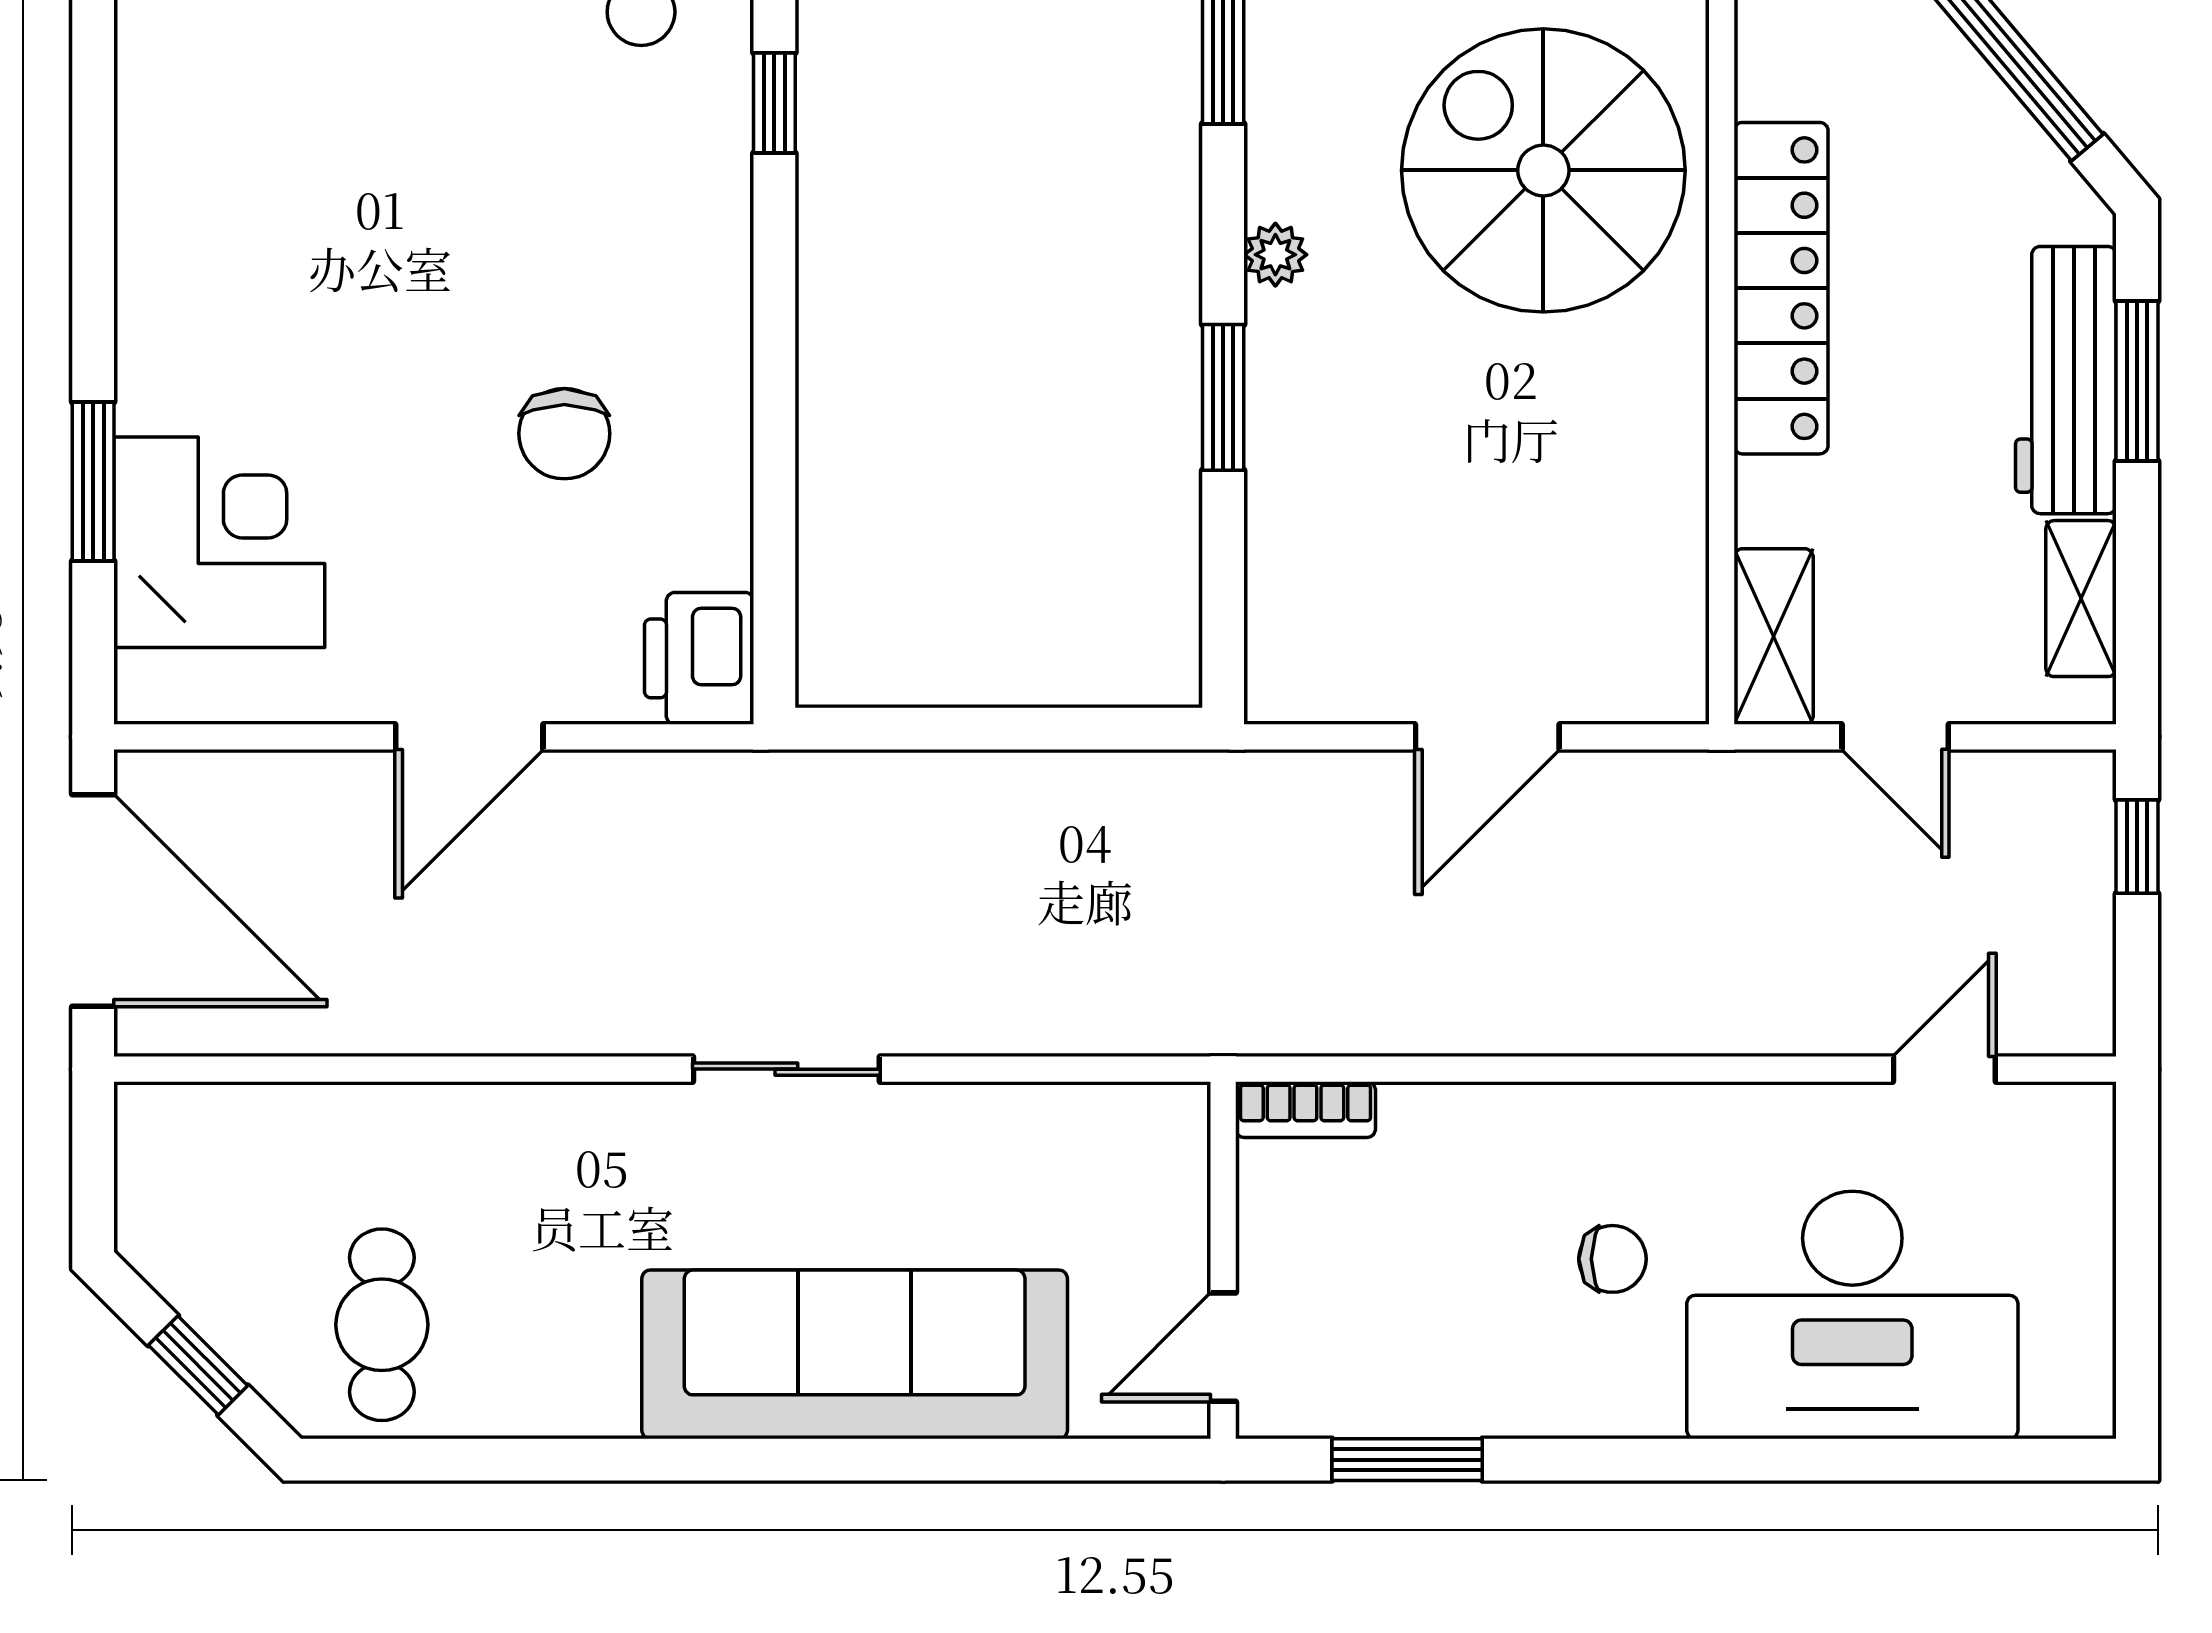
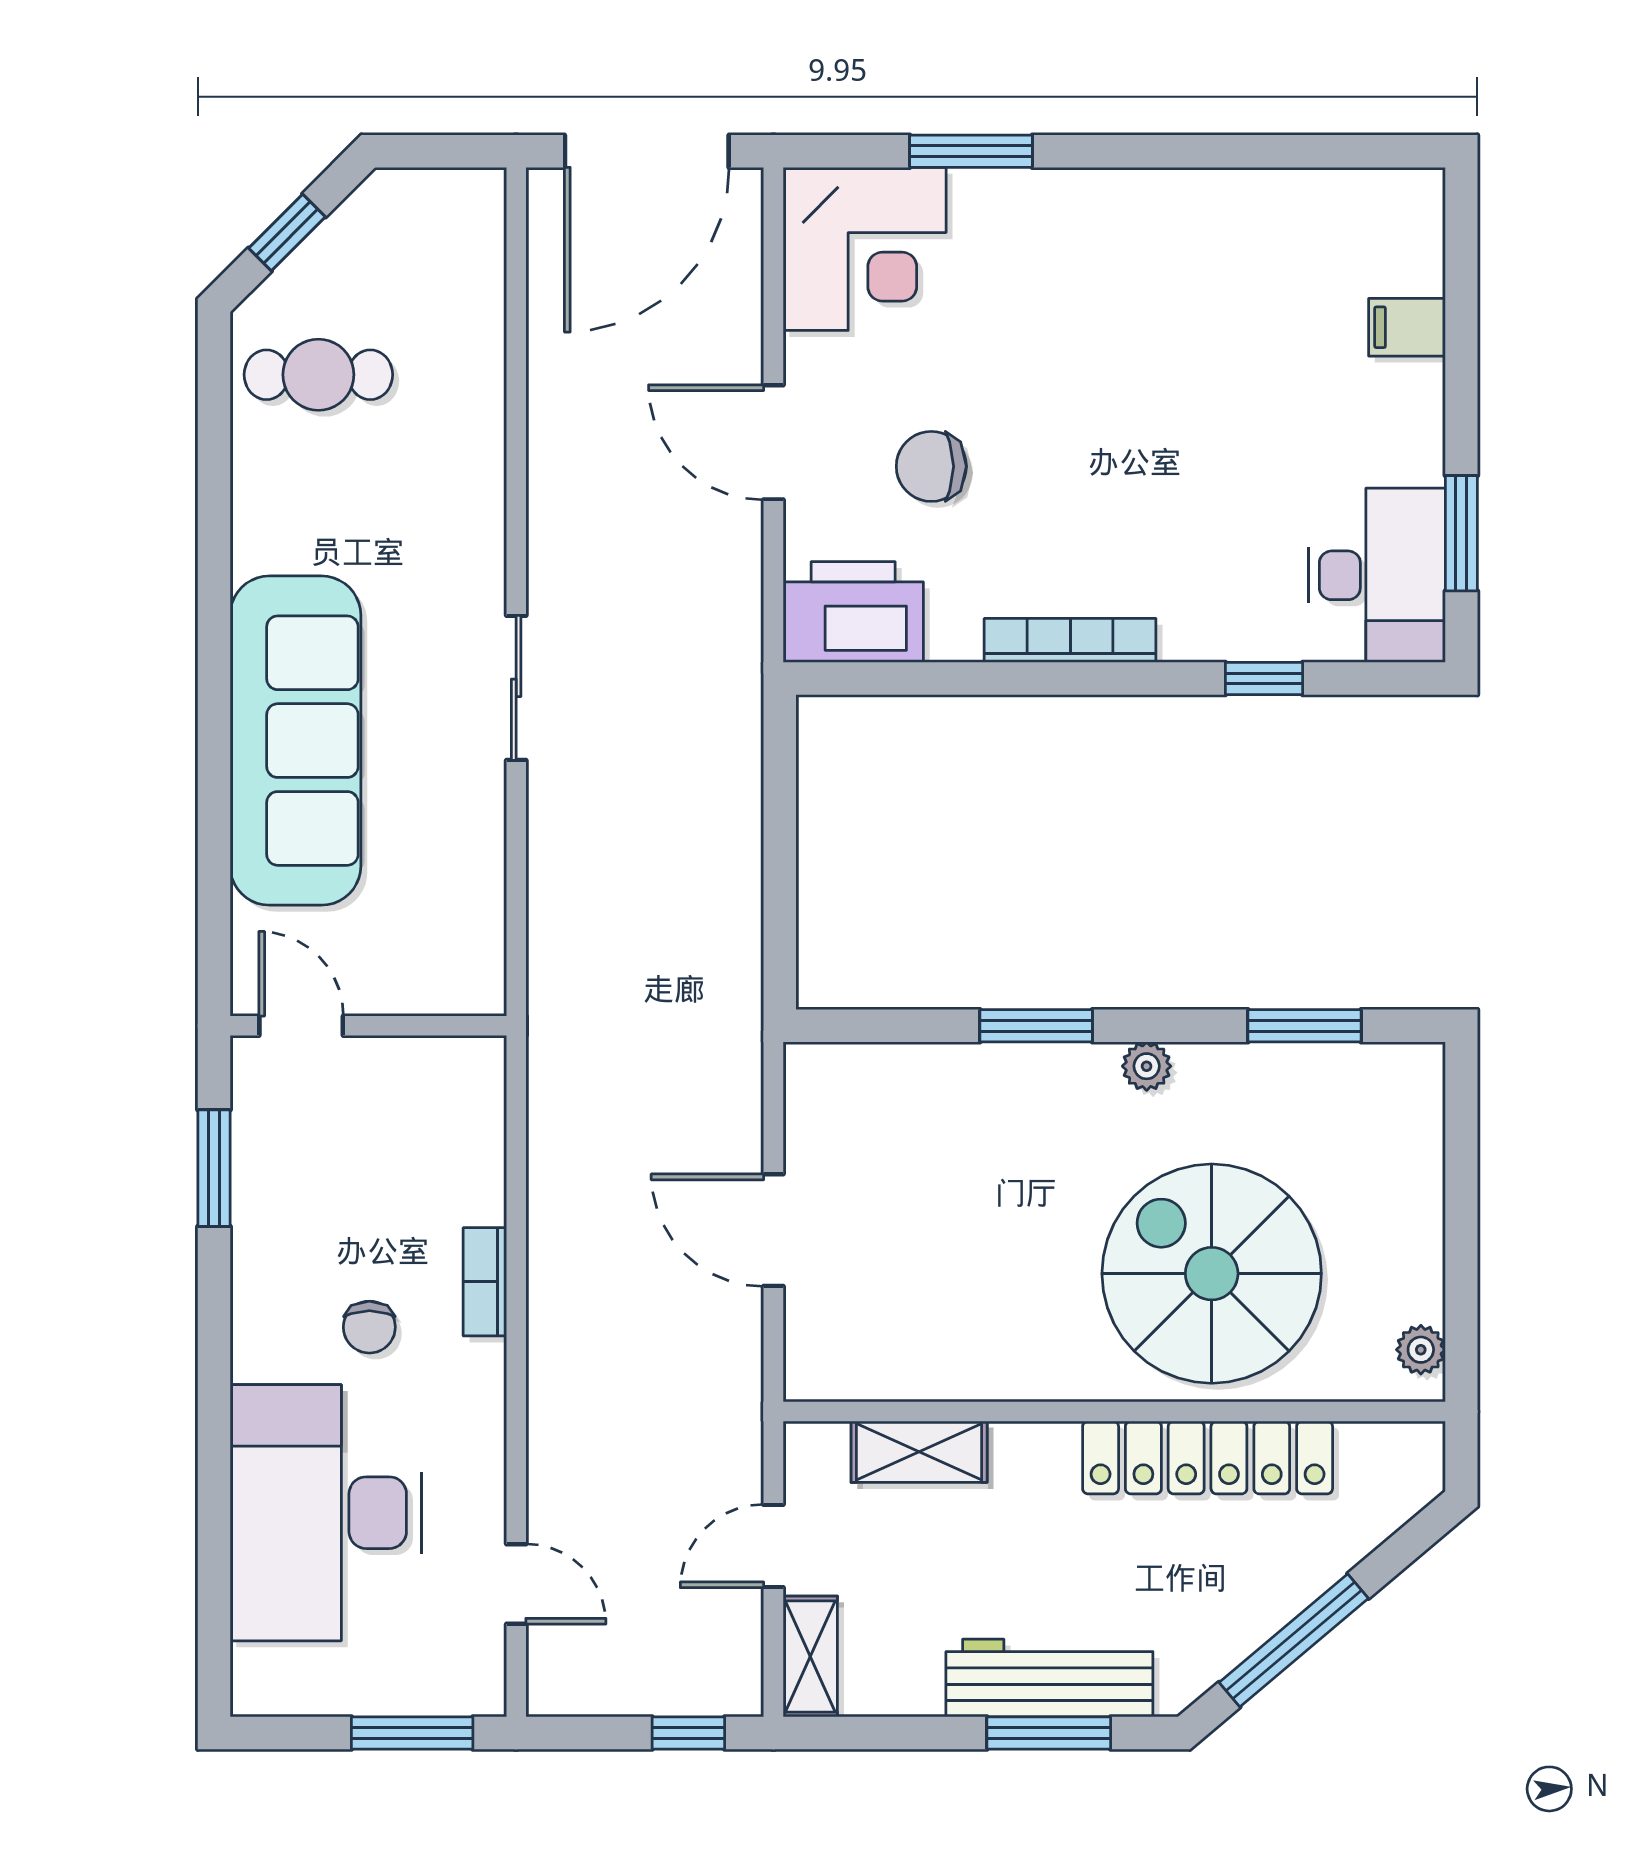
spiral stairs: (1543, 170) -> (1212, 1274), turned -90
locker: (1781, 288) -> (1208, 1458), moved
bookcase: (725, 354) -> (1070, 640), added
chair: (564, 434) -> (931, 466), moved
corner desk: (219, 542) -> (865, 249), moved
shelving: (2081, 599) -> (810, 1656), moved, turned 90
shelving: (1774, 637) -> (919, 1452), moved
printer: (699, 658) -> (853, 612), width x1.37, depth x1.19
bookcase: (1305, 1110) -> (485, 1282), moved
window: (2137, 1204) -> (412, 1733), added

